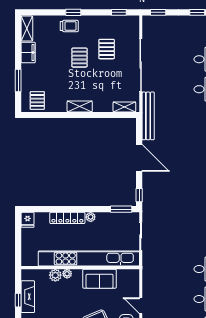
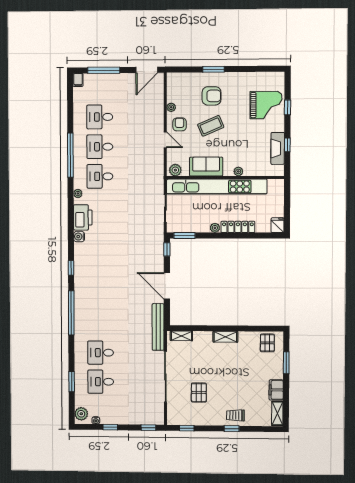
pallet: (79, 58) -> (225, 385), removed
plant: (55, 275) -> (175, 170), moved

